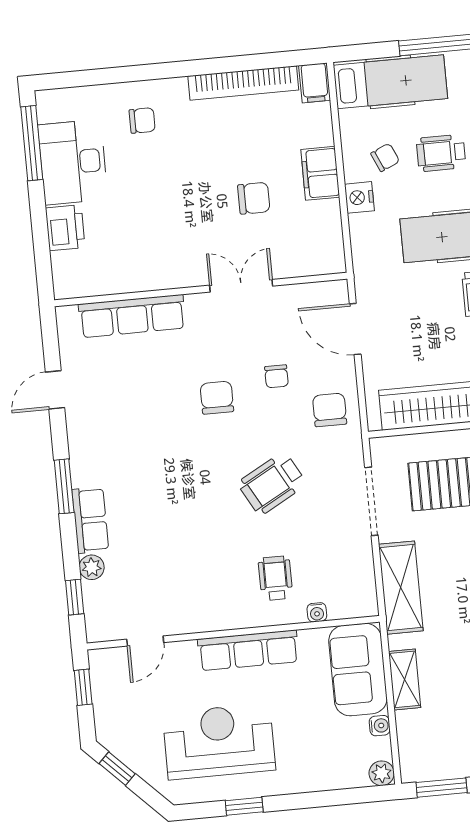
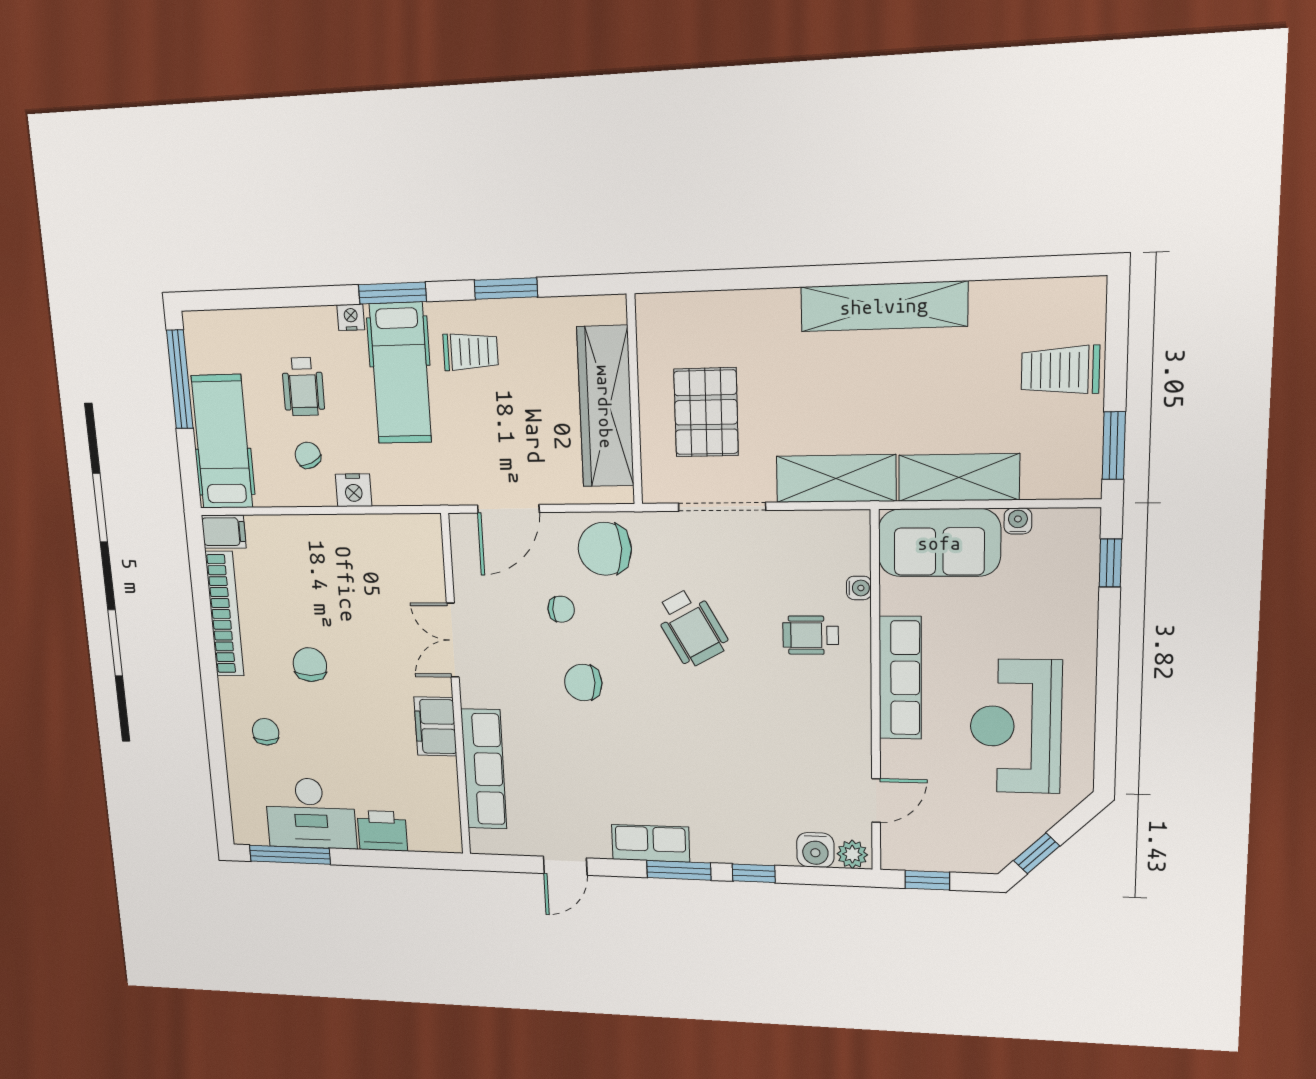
filing cabinet: (320, 173) -> (435, 726), moved, turned 90
chair: (254, 198) -> (310, 665), moved
door: (55, 390) -> (565, 866), hinge flipped
chair: (330, 410) -> (605, 549), width x1.37, depth x1.37
row of seats: (90, 520) -> (651, 843), moved
plant: (92, 567) -> (852, 854), moved
window: (75, 597) -> (754, 873), moved
water cooler: (97, 597) -> (815, 850), added
door: (145, 641) -> (876, 800), hinge flipped
shelving: (405, 679) -> (959, 477), width x1.50, depth x1.33
plant: (382, 773) -> (1084, 524), removed
window: (244, 806) -> (1110, 563), moved

